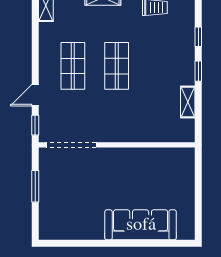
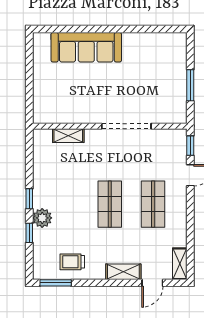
plant: (185, 52) -> (42, 218), added
shelving: (188, 102) -> (68, 136), moved, turned 90
doorway: (71, 145) -> (126, 126), moved

